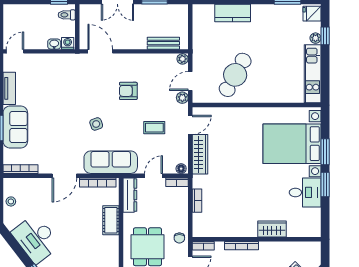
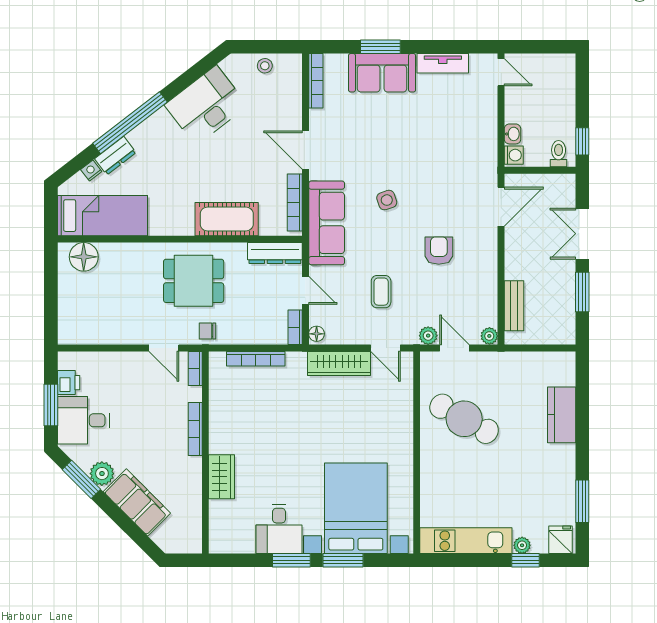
bookcase: (197, 201) -> (256, 359), width x1.56
cot: (111, 220) -> (227, 219), width x1.37, depth x1.34

